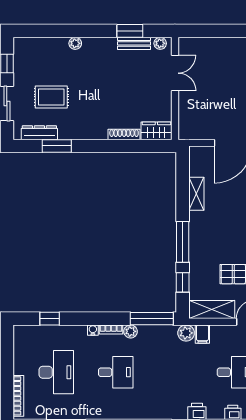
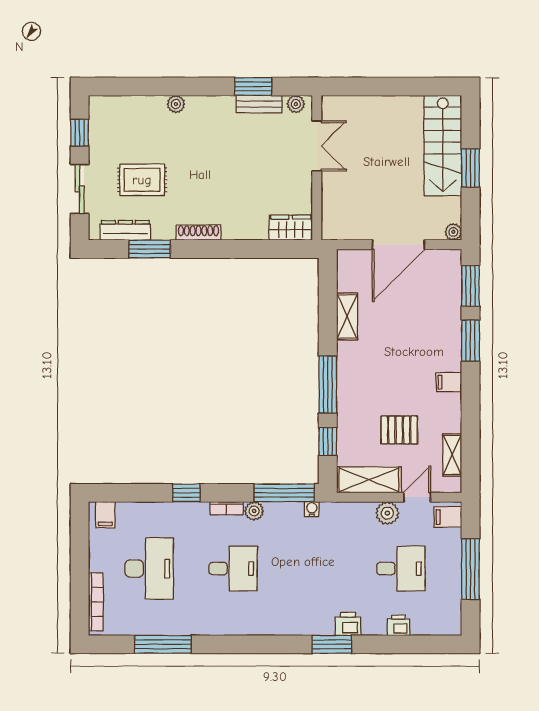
shoe rack: (124, 134) -> (198, 233), moved
window: (50, 319) -> (186, 493), moved
water cooler: (93, 330) -> (312, 509), moved
plant: (186, 333) -> (387, 513), moved
filing cabinet: (202, 334) -> (105, 515), moved

